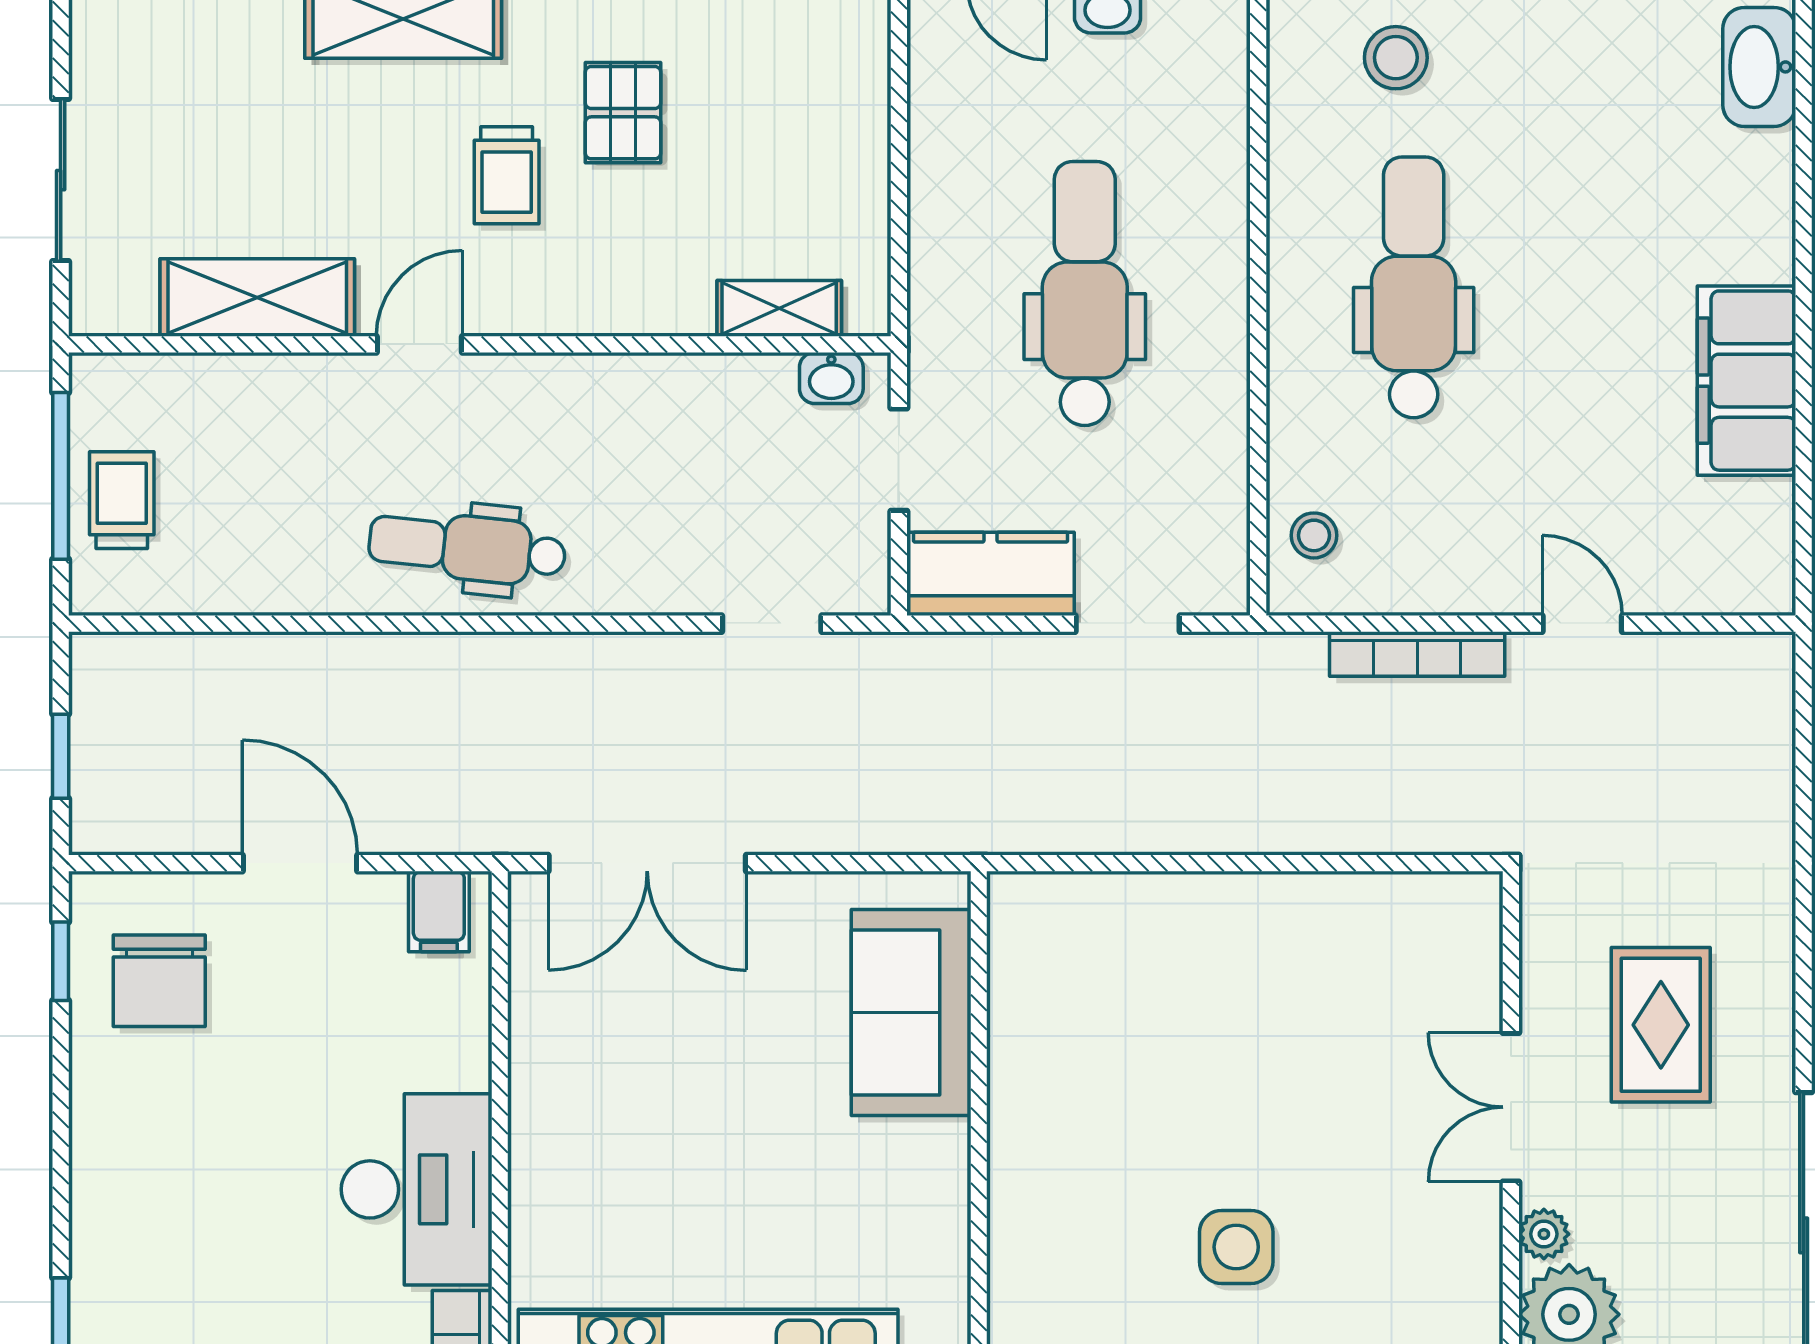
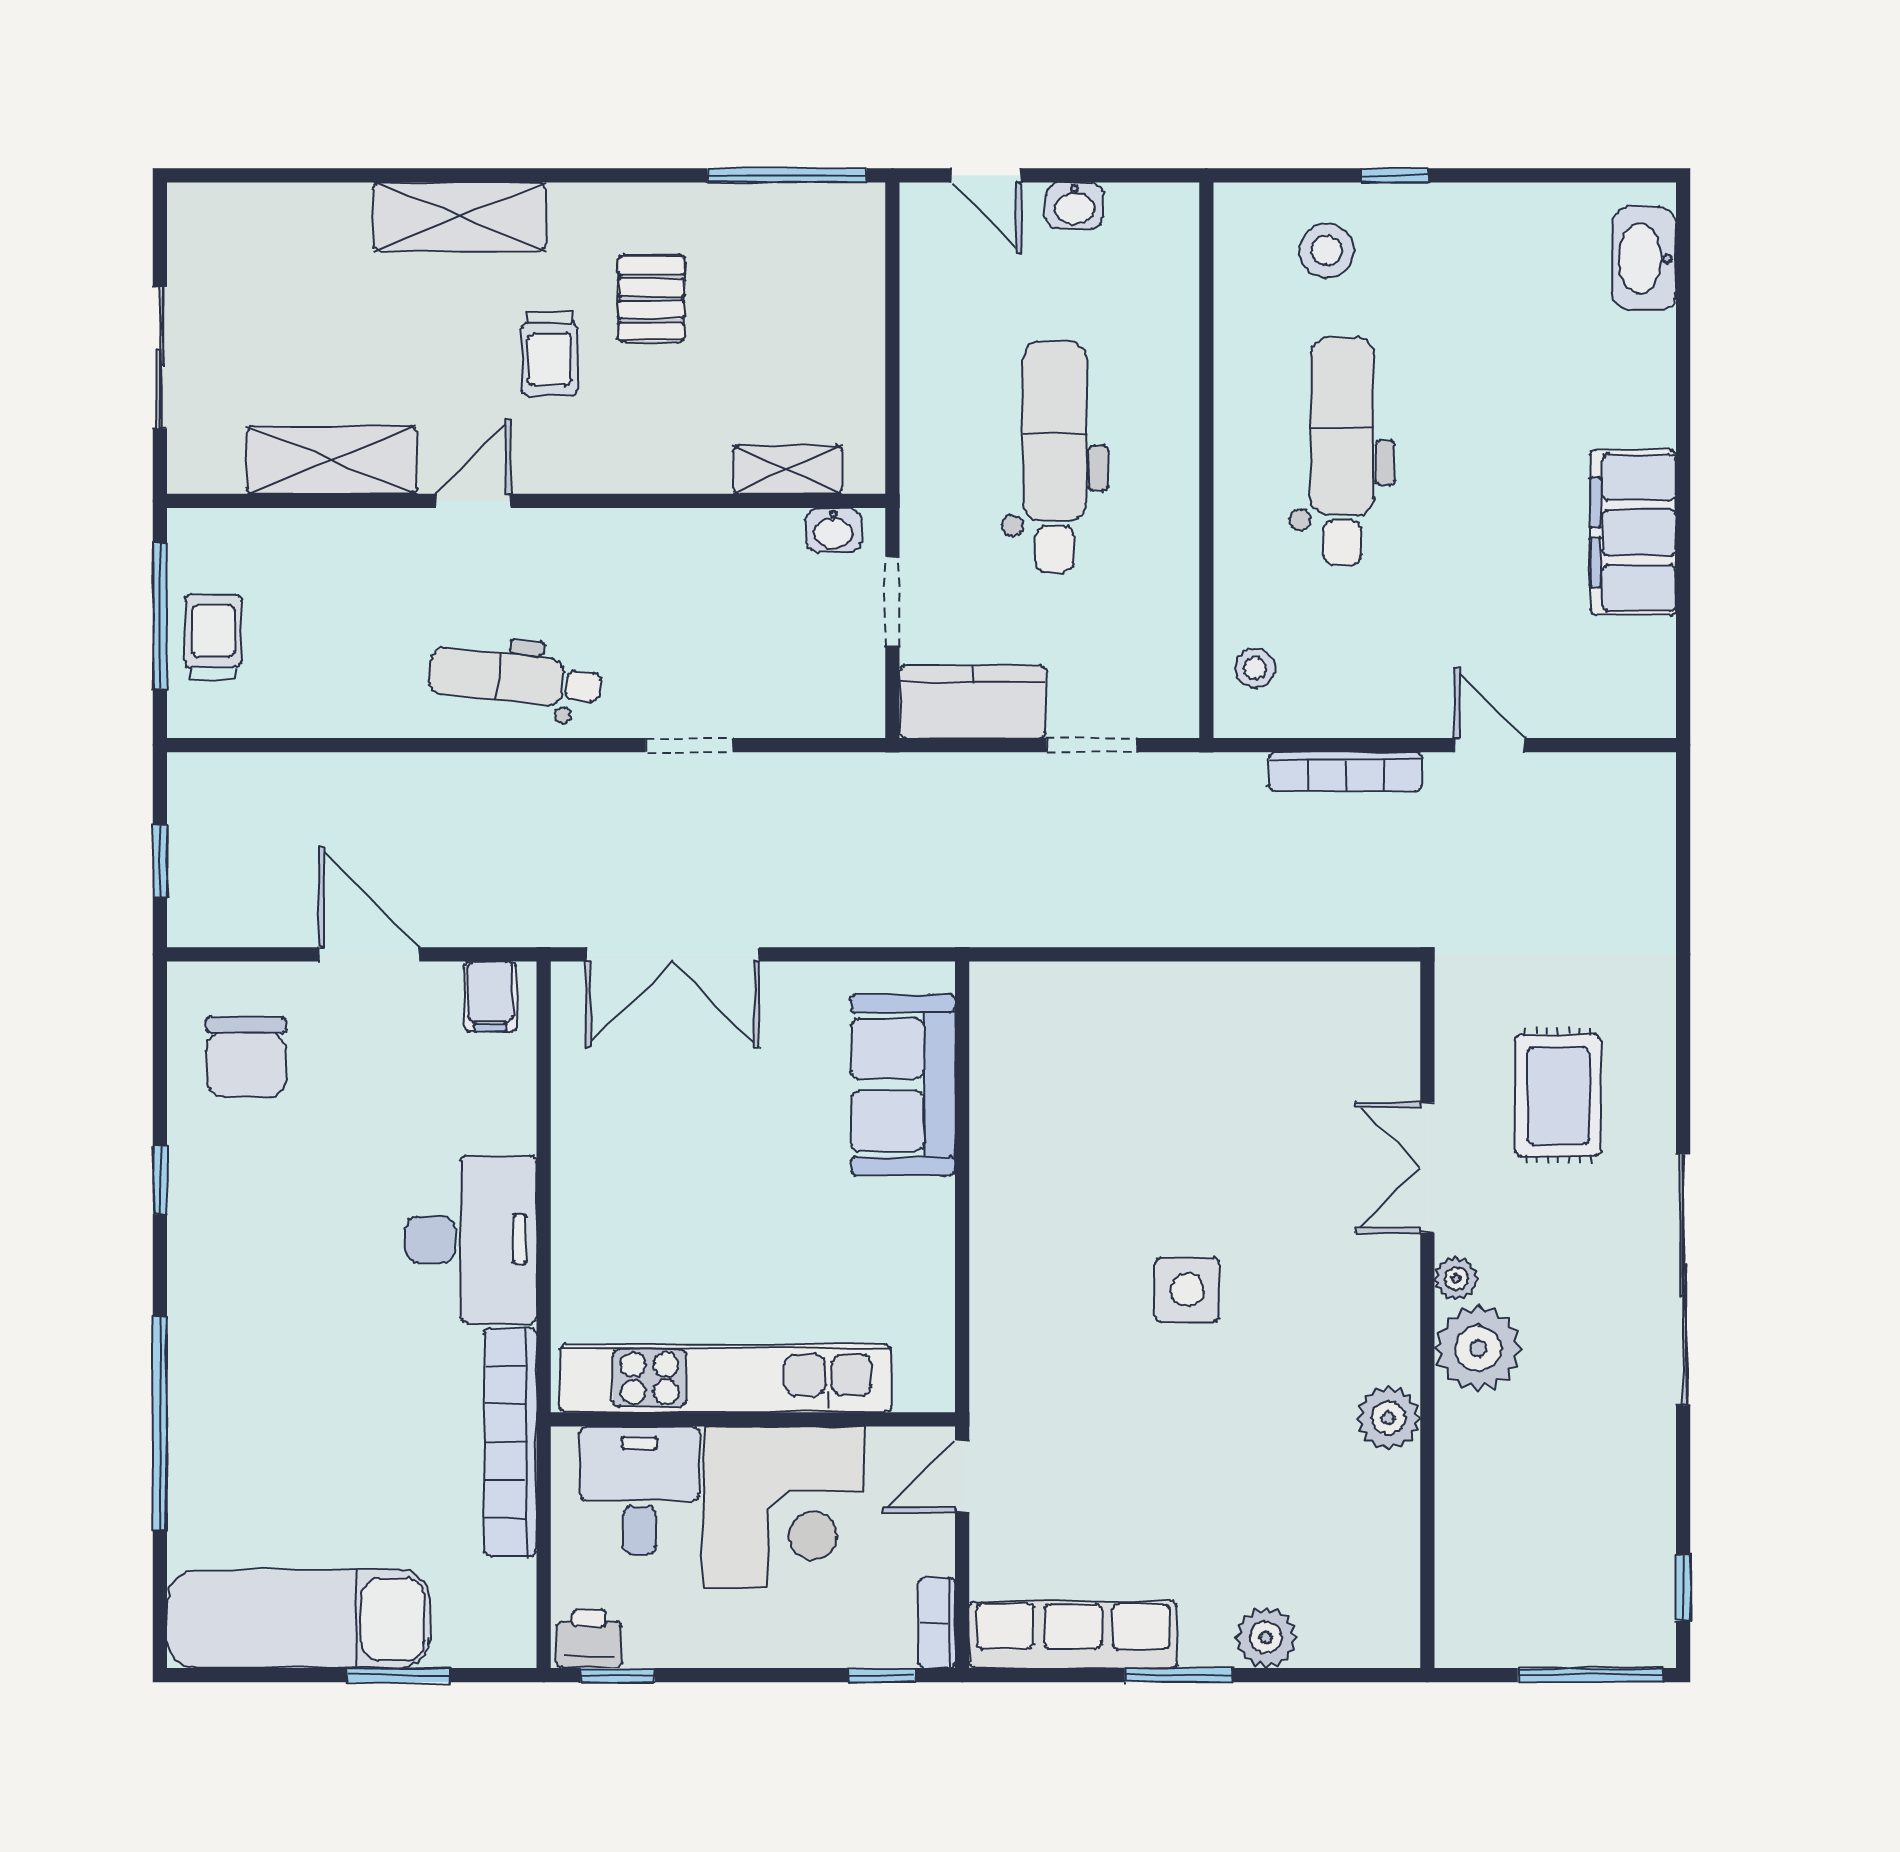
doorway: (772, 624) -> (689, 745), moved
window: (61, 961) -> (160, 1180), moved

